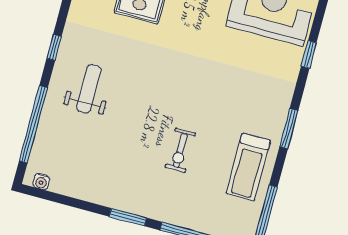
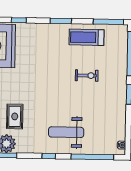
weight bench: (89, 89) -> (66, 132), width x1.36, depth x1.33
treadmill: (248, 167) -> (87, 37), turned 180

